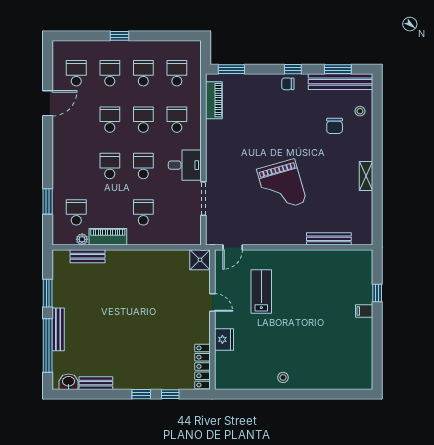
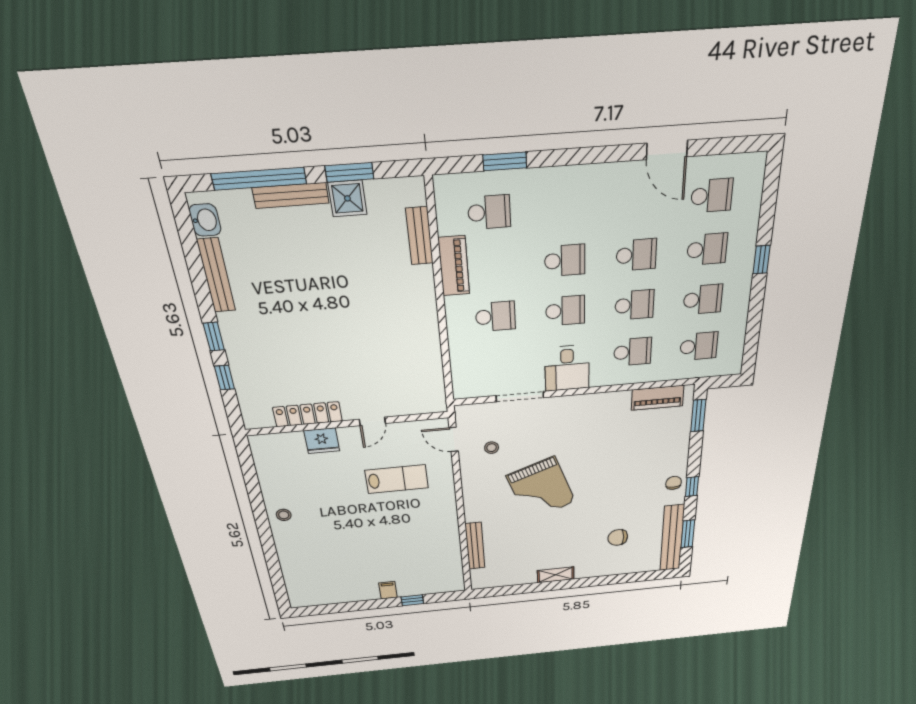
stool: (360, 111) -> (492, 448), moved
grand piano: (282, 186) -> (541, 489), turned -94
plant: (82, 239) -> (446, 225), removed
shower: (200, 260) -> (347, 198), moved
locker: (202, 366) -> (308, 414), moved
bench: (96, 383) -> (216, 275), width x1.36

